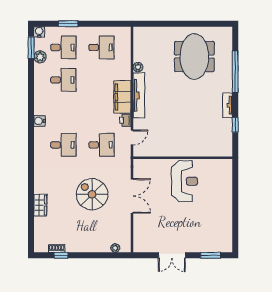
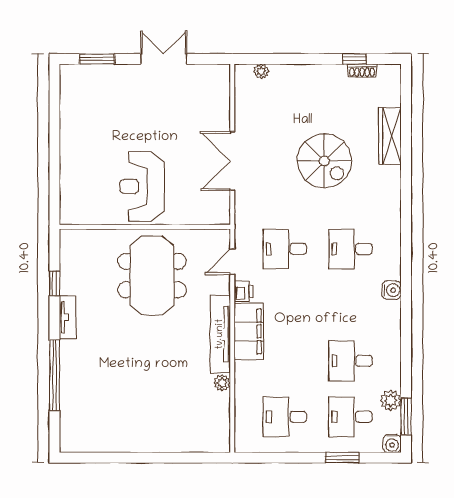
meeting table: (194, 56) -> (152, 276), moved
spiral stairs: (92, 194) -> (324, 161), moved
wardrobe: (40, 205) -> (390, 136), width x1.50

